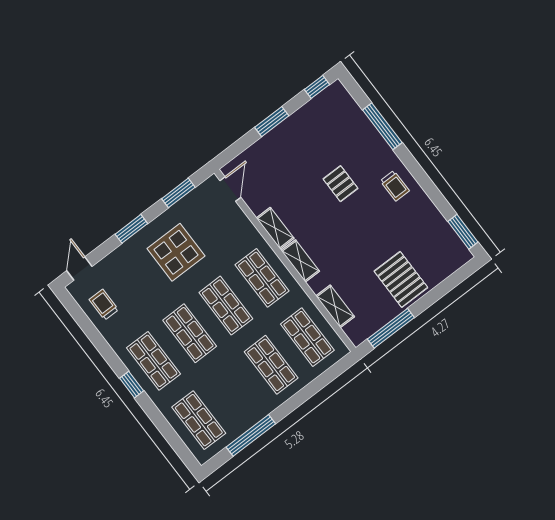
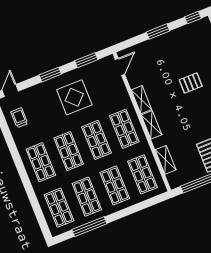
pallet: (340, 184) -> (191, 83), turned 90
window: (132, 385) -> (23, 173), removed
shop shelf: (235, 392) -> (87, 197), added

